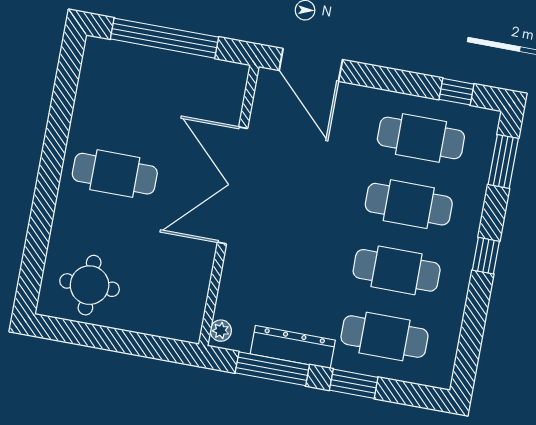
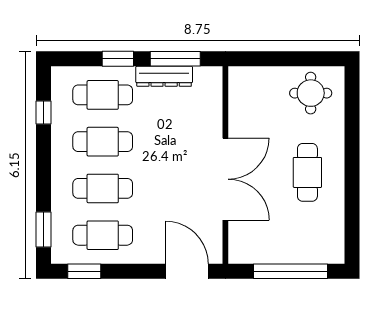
window: (456, 92) -> (84, 271), width x1.50
cafe table: (115, 174) -> (307, 172), turned 90
window: (486, 256) -> (44, 112), moved
plant: (221, 331) -> (215, 78), removed

